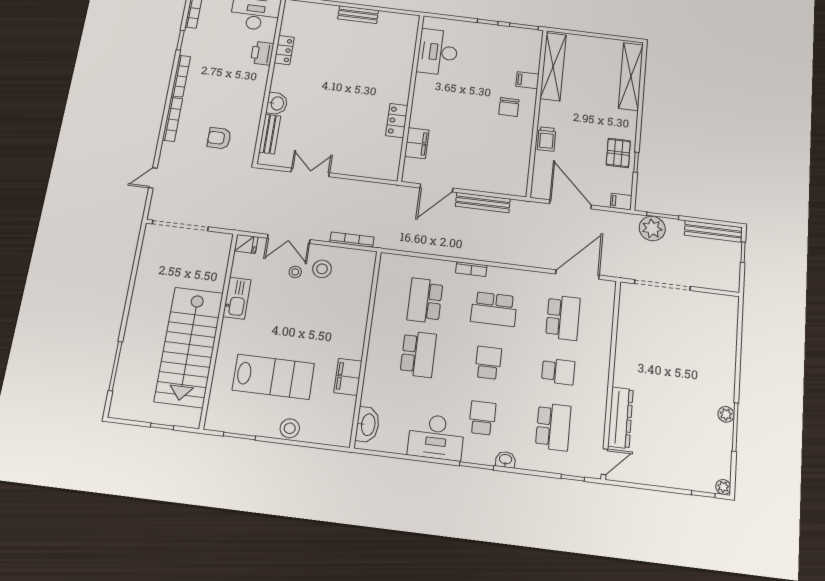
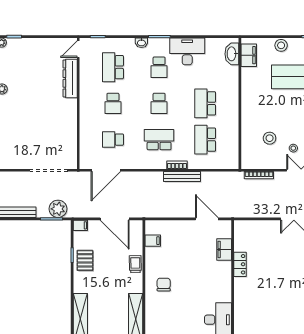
filing cabinet: (527, 80) -> (153, 241), moved
door: (436, 188) -> (207, 219), hinge flipped
bench: (483, 203) -> (182, 177), moved
stool: (322, 269) -> (270, 138), moved
school desk: (425, 301) -> (205, 140), turned 180
school desk: (563, 318) -> (113, 140), width x0.54
school desk: (558, 371) -> (113, 103), turned -90
filing cabinet: (348, 377) -> (249, 55), moved

